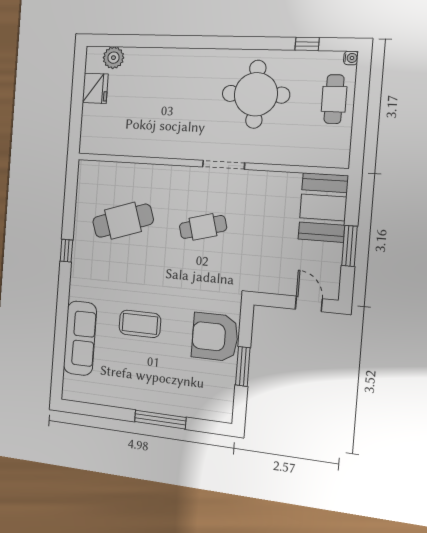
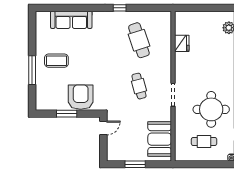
fridge: (95, 88) -> (182, 43), moved, turned -90
cafe table: (334, 99) -> (204, 141), moved
booth: (323, 207) -> (160, 139), moved, turned 90
door: (309, 304) -> (103, 128), moved
coffee table: (140, 324) -> (56, 61), moved, turned 90

